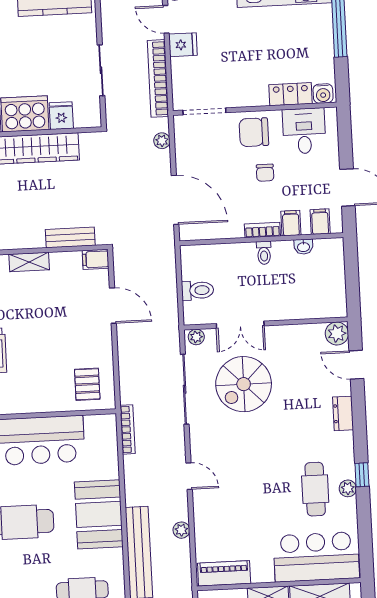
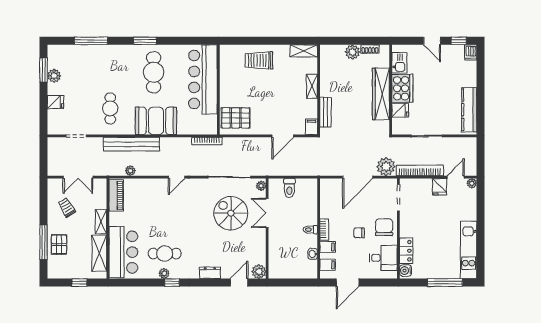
plant: (162, 141) -> (386, 167), width x1.87, depth x1.87
door: (175, 200) -> (358, 177), moved
pallet: (87, 384) -> (236, 118), width x1.50, depth x1.42
plant: (181, 530) -> (130, 171), moved

